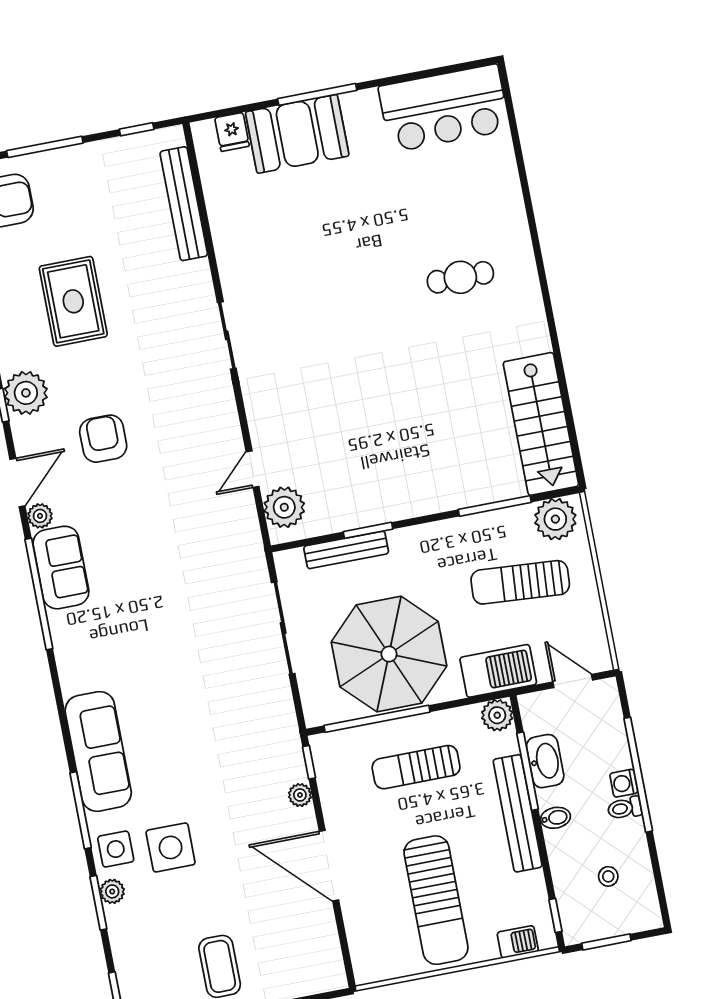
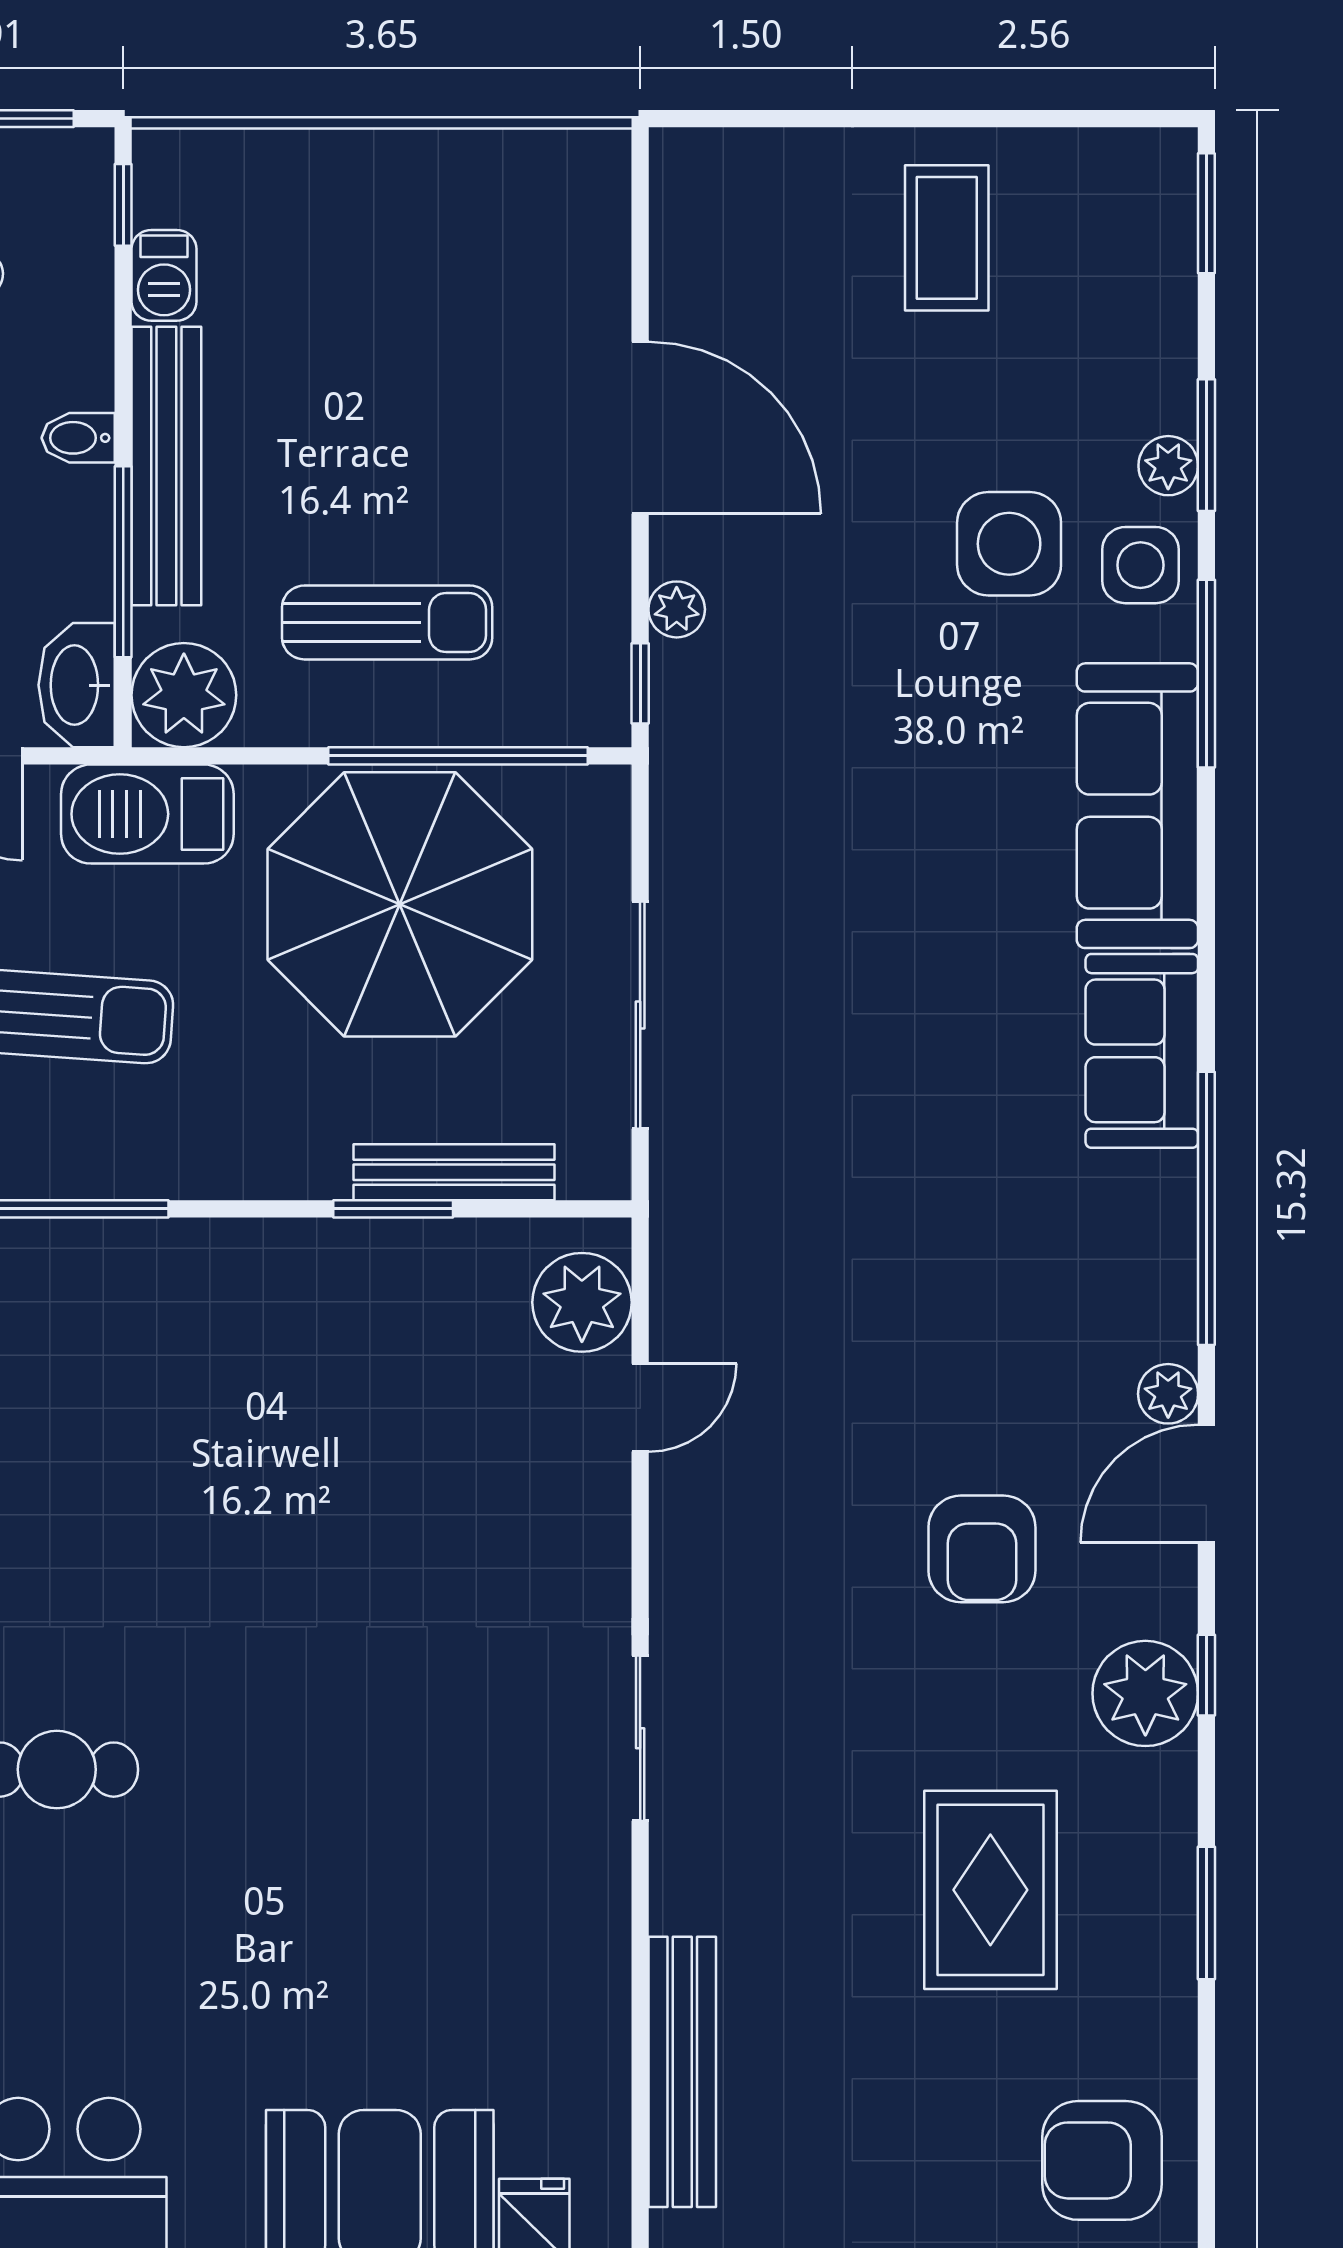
sofa: (61, 568) -> (1142, 1051), moved
plant: (497, 715) -> (184, 695), width x1.36, depth x1.36
washbasin: (545, 761) -> (77, 685), moved
sun lounger: (436, 900) -> (401, 296), removed
barbecue: (518, 942) -> (164, 275), moved, turned -90

